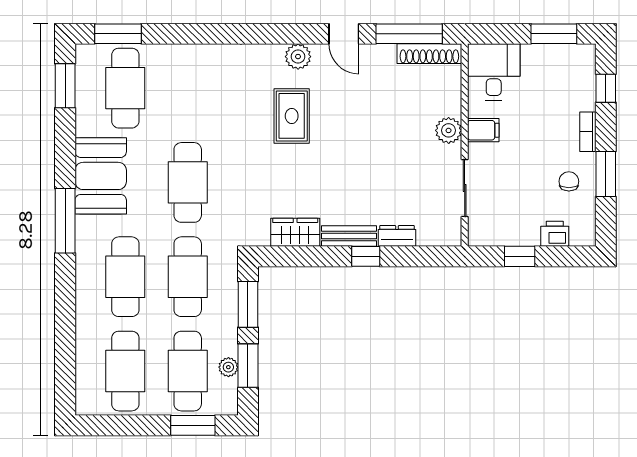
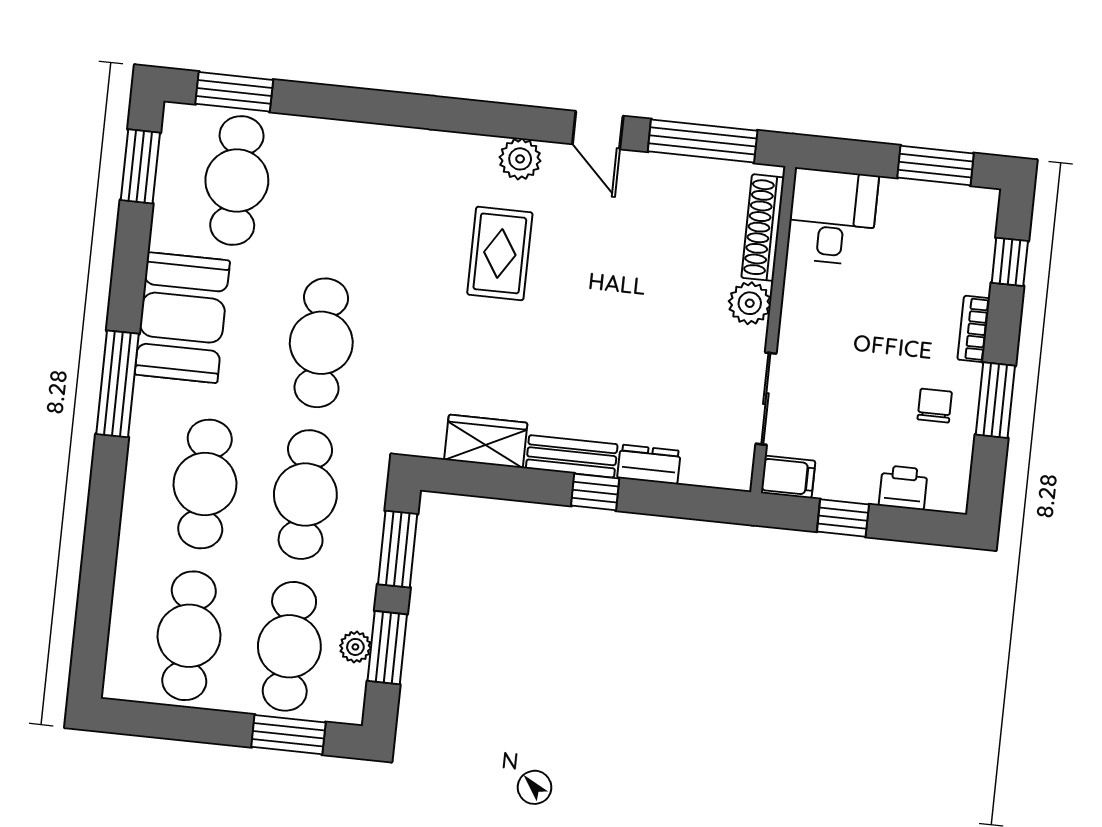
shoe rack: (429, 54) -> (763, 228), moved, turned 90
filing cabinet: (483, 130) -> (788, 477), moved

